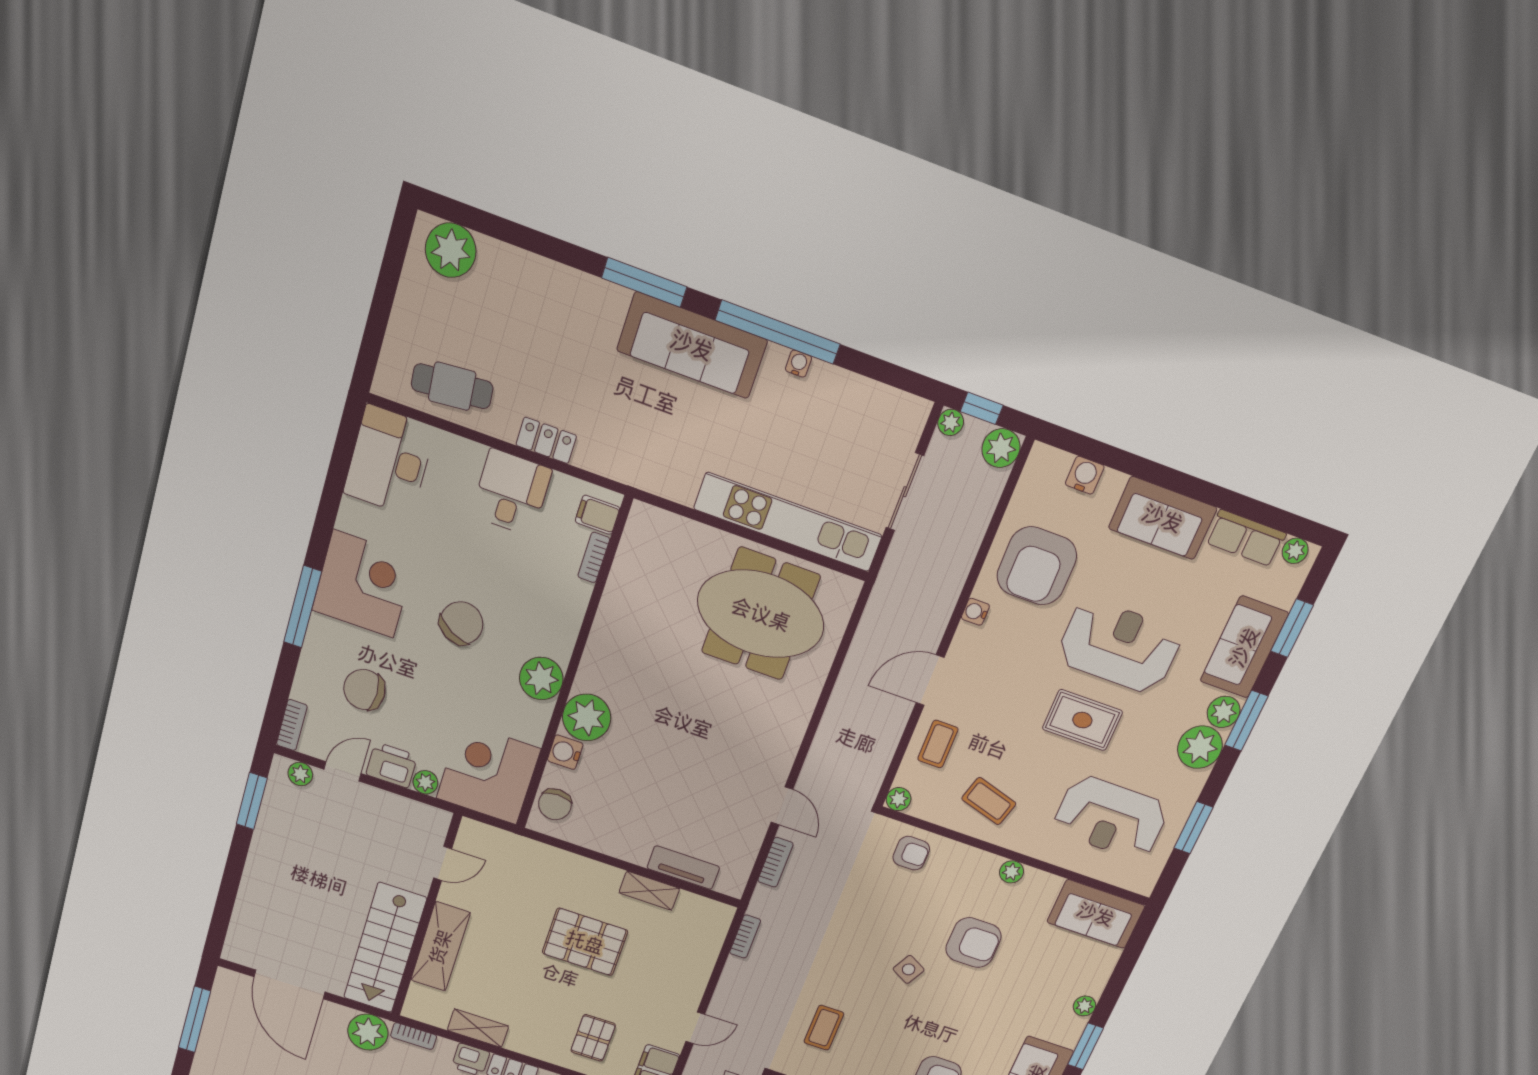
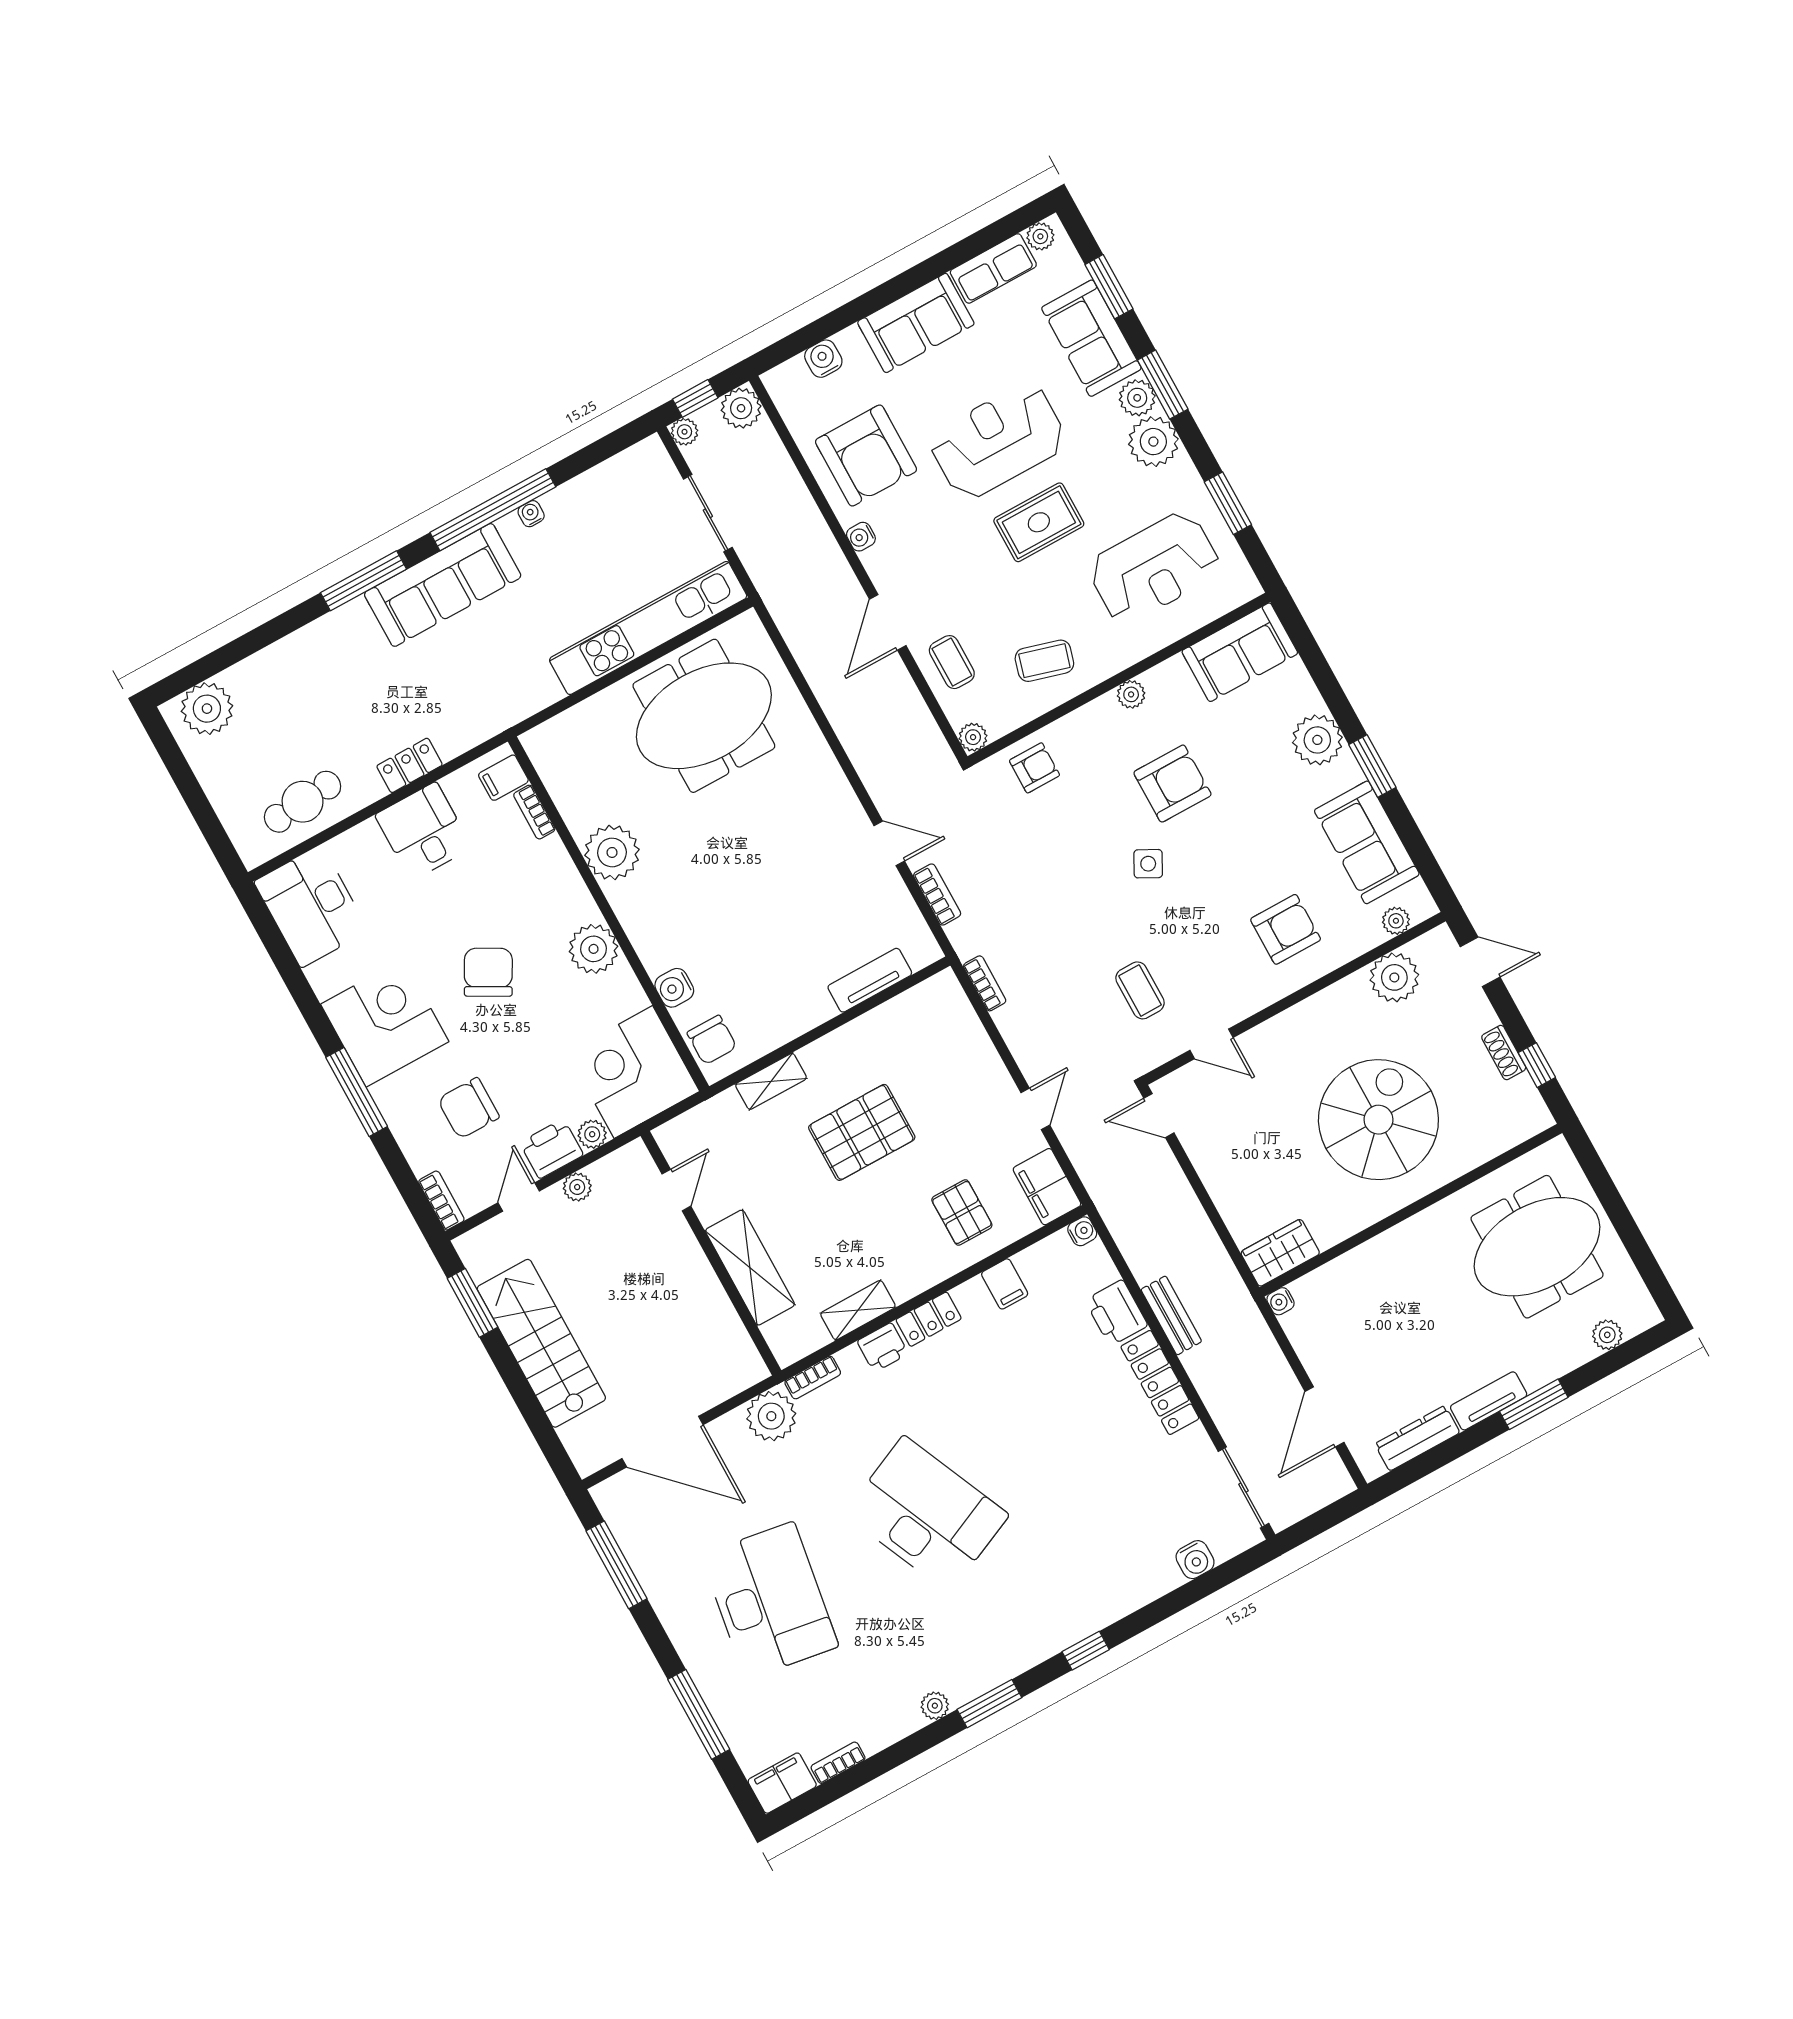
plant: (587, 717) -> (612, 852), moved
plant: (300, 774) -> (577, 1187), moved
shelving: (649, 891) -> (771, 1081), moved
stairs: (385, 948) -> (541, 1343), moved, turned 180
plant: (1085, 1006) -> (1317, 740), width x1.88, depth x1.88

